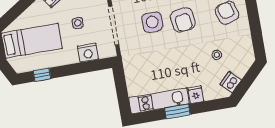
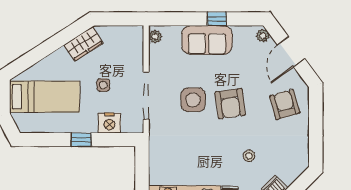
stool: (217, 55) -> (249, 156), moved
window: (42, 75) -> (81, 140), moved

